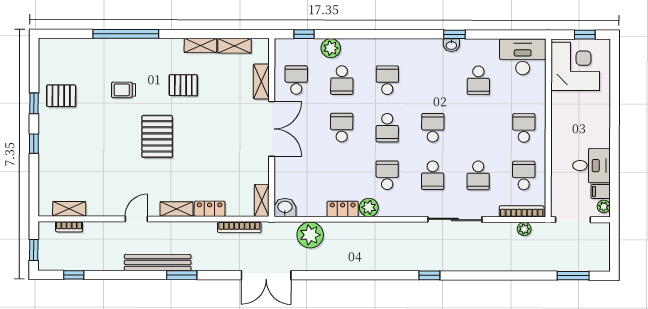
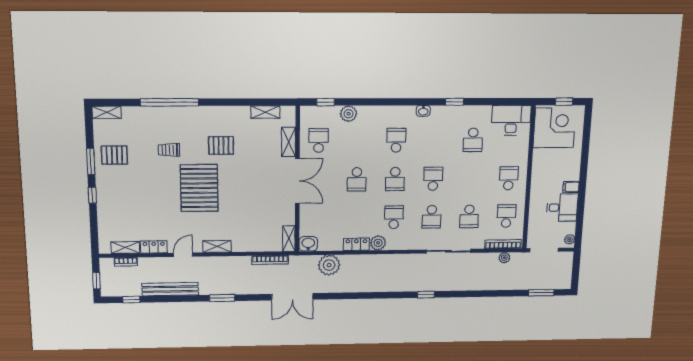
shelving: (200, 45) -> (107, 112), moved
washbasin: (451, 45) -> (423, 111), moved
school desk: (342, 80) -> (358, 140), removed
window: (34, 103) -> (91, 162), width x1.50
school desk: (342, 128) -> (357, 179), turned 180
pallet: (157, 136) -> (199, 188), width x1.37, depth x1.41
filing cabinet: (601, 191) -> (571, 187), moved
locker: (210, 209) -> (154, 247), moved
bench: (158, 262) -> (170, 289), moved

